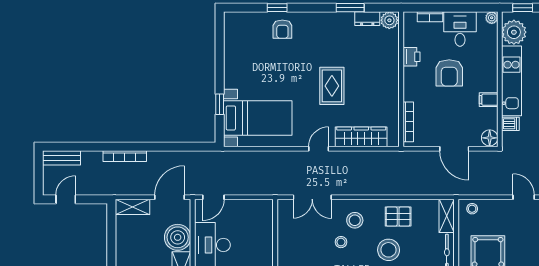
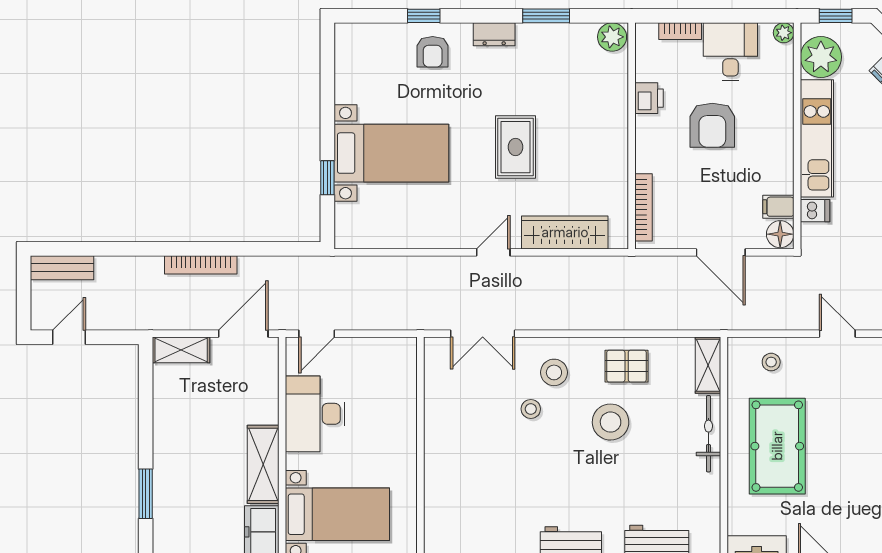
dresser: (367, 19) -> (494, 34), moved
filing cabinet: (489, 100) -> (778, 207), moved
bed with nightstands: (258, 118) -> (391, 153), moved
bookcase: (125, 156) -> (201, 265), moved
stool: (472, 209) -> (771, 362), moved
boiler: (178, 237) -> (257, 401), removed

